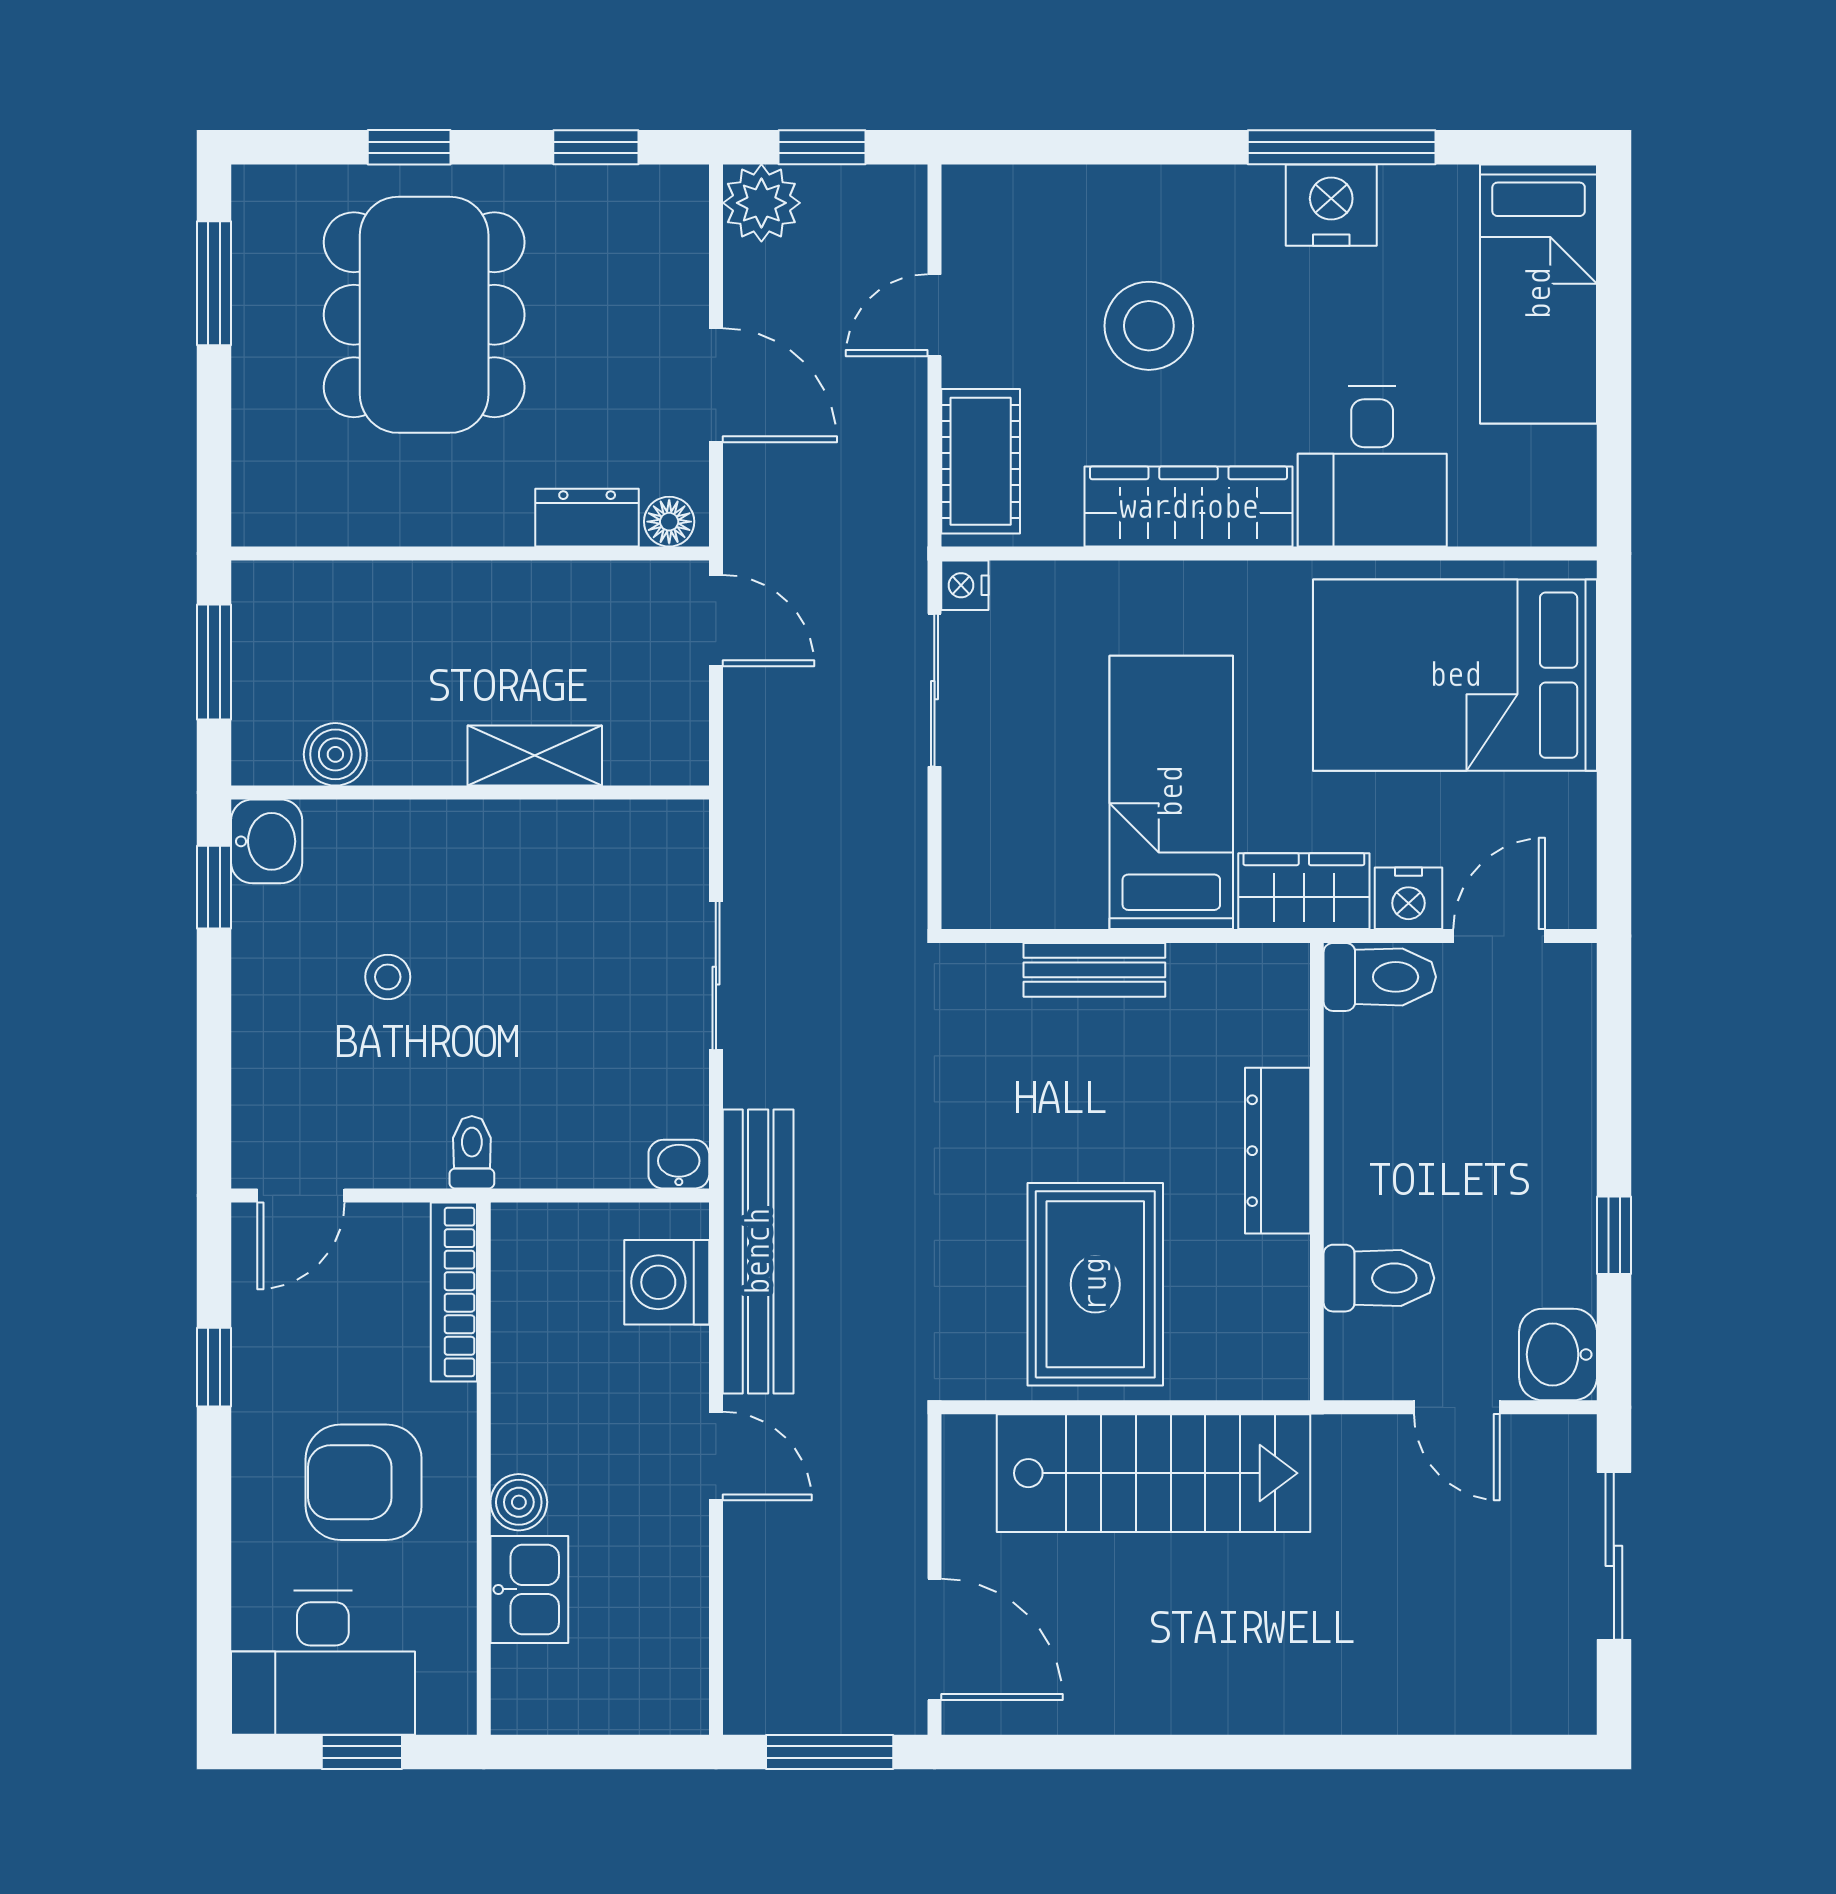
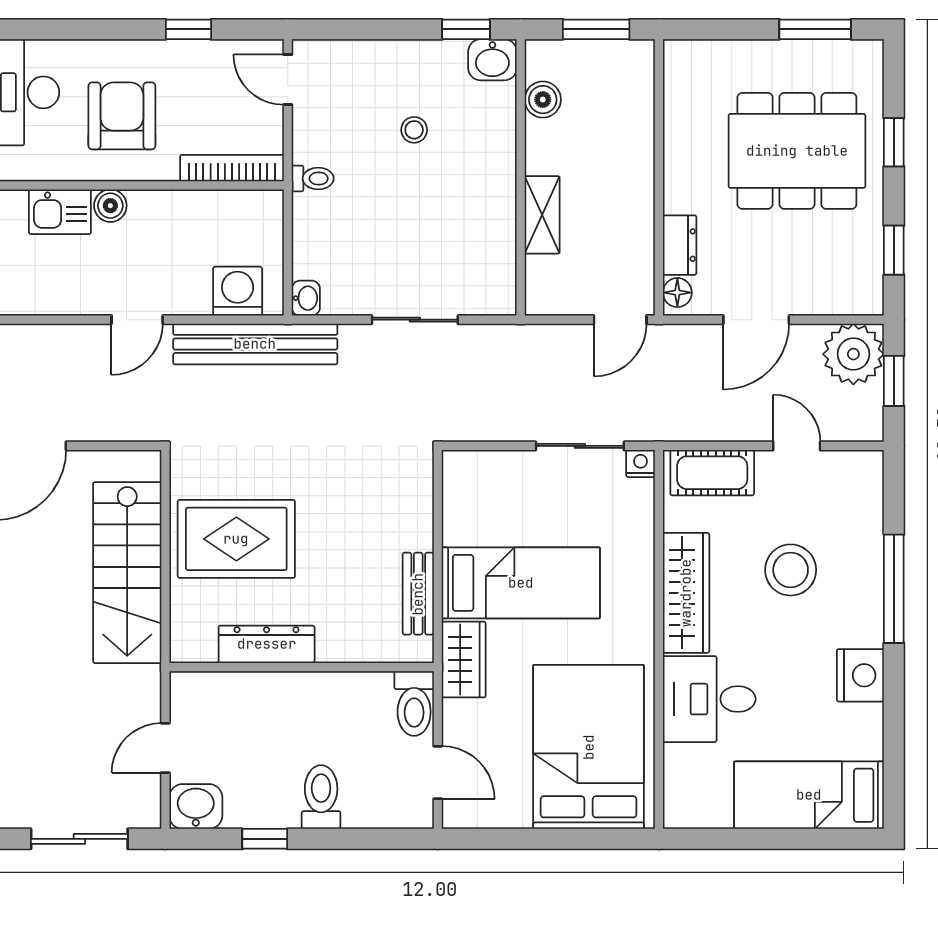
window: (1342, 147) -> (894, 589), moved
plant: (761, 203) -> (853, 354), width x1.36, depth x1.36
nightstand: (1408, 898) -> (460, 720), removed
bench: (1094, 970) -> (418, 594), moved
dresser: (1278, 1151) -> (267, 644), moved
toilet: (1379, 1278) -> (321, 797), moved, turned 180

